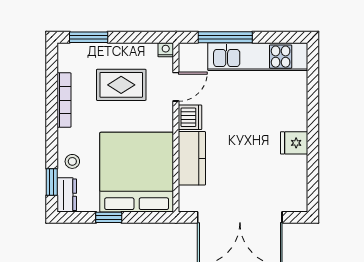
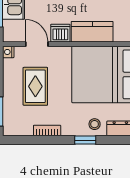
bookcase: (64, 100) -> (47, 131), width x0.64
window: (52, 182) -> (85, 140), moved

